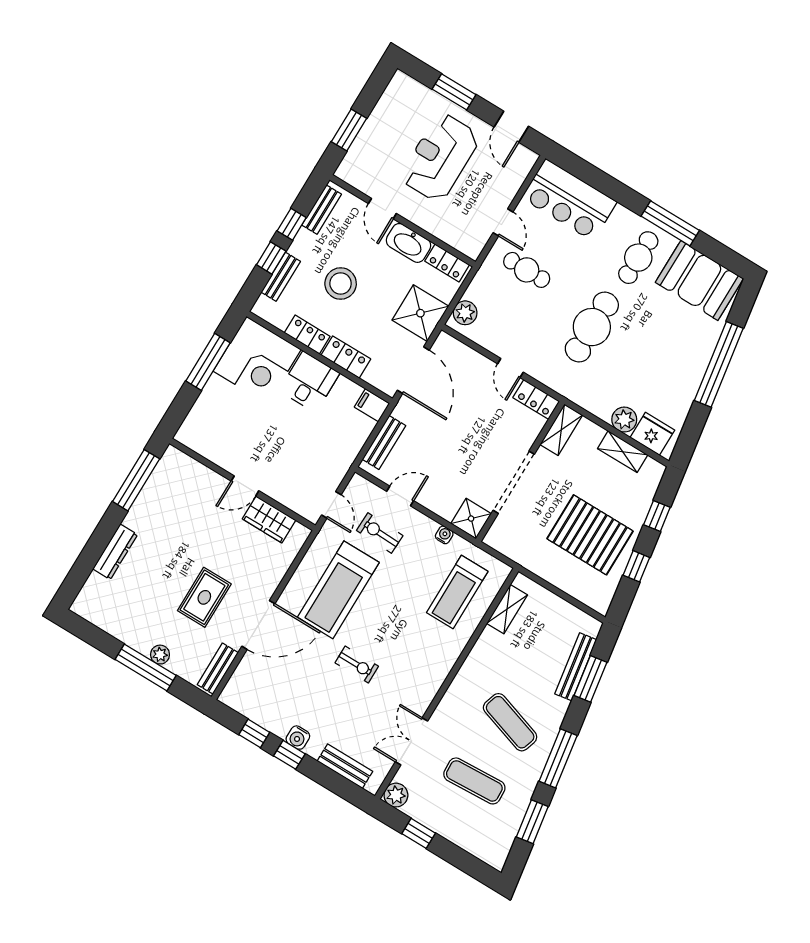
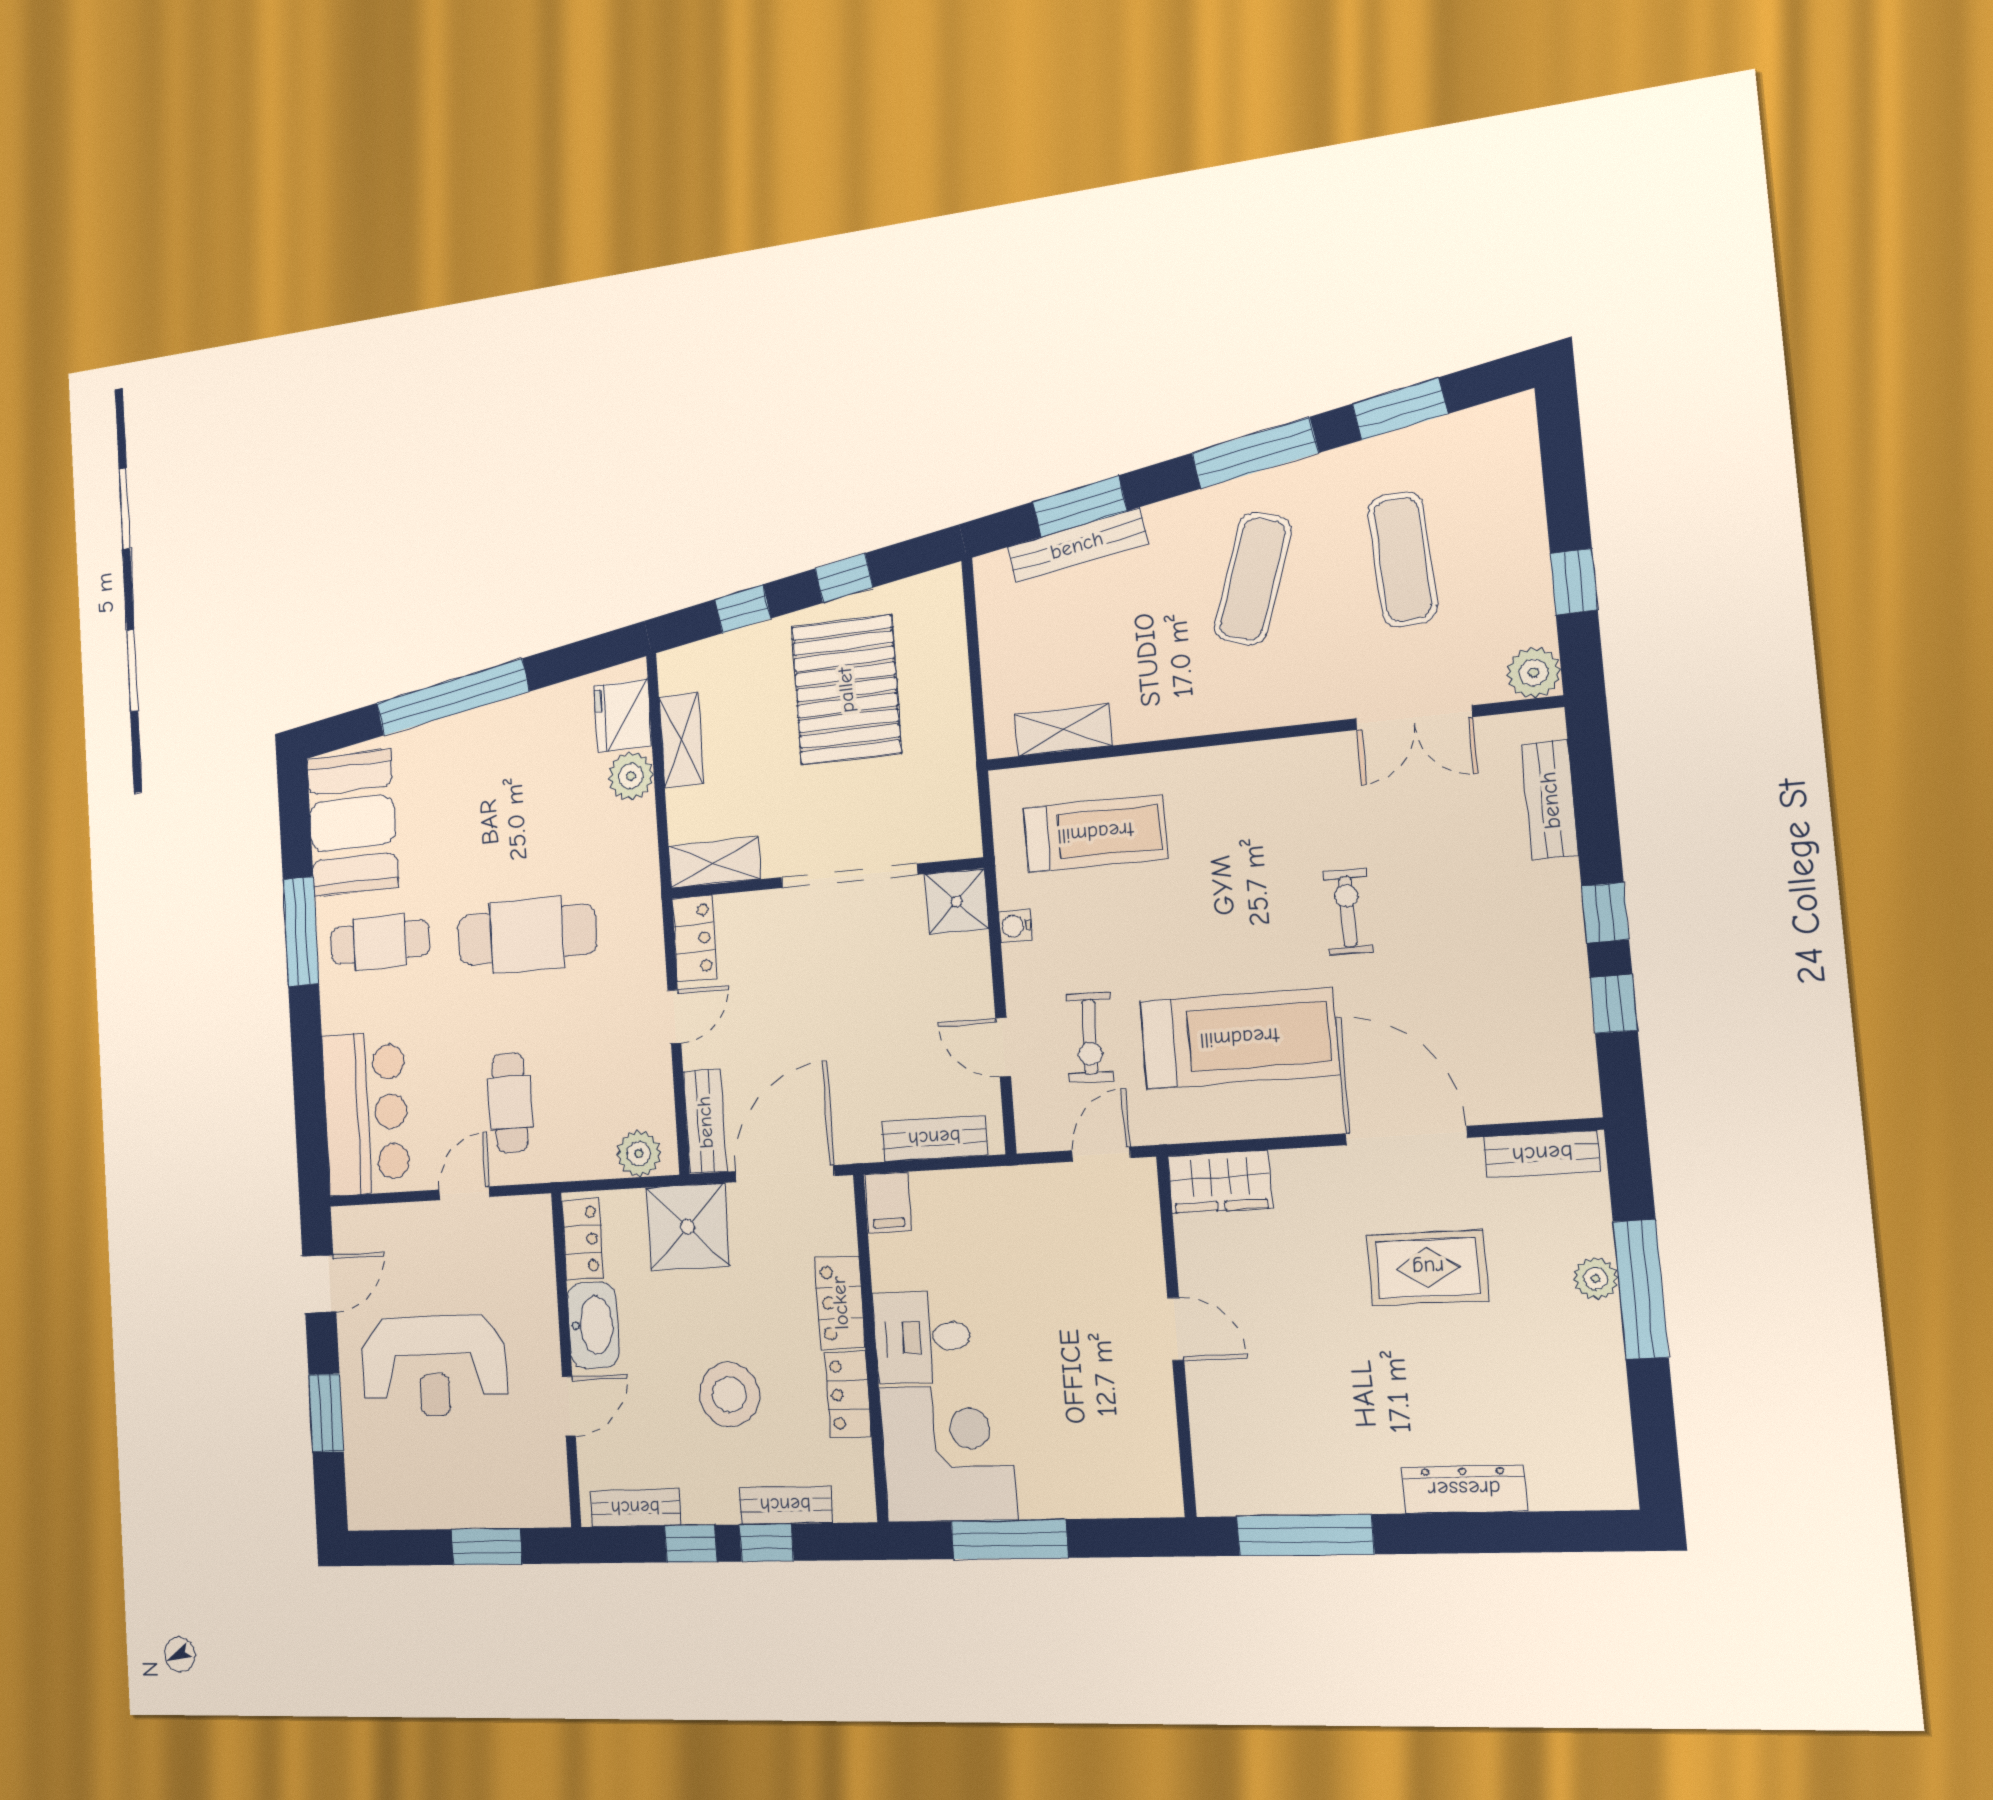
bench: (458, 351) -> (705, 1122), added
wardrobe: (269, 519) -> (1220, 1182), moved, turned 90
water cooler: (298, 738) -> (1561, 920), removed

